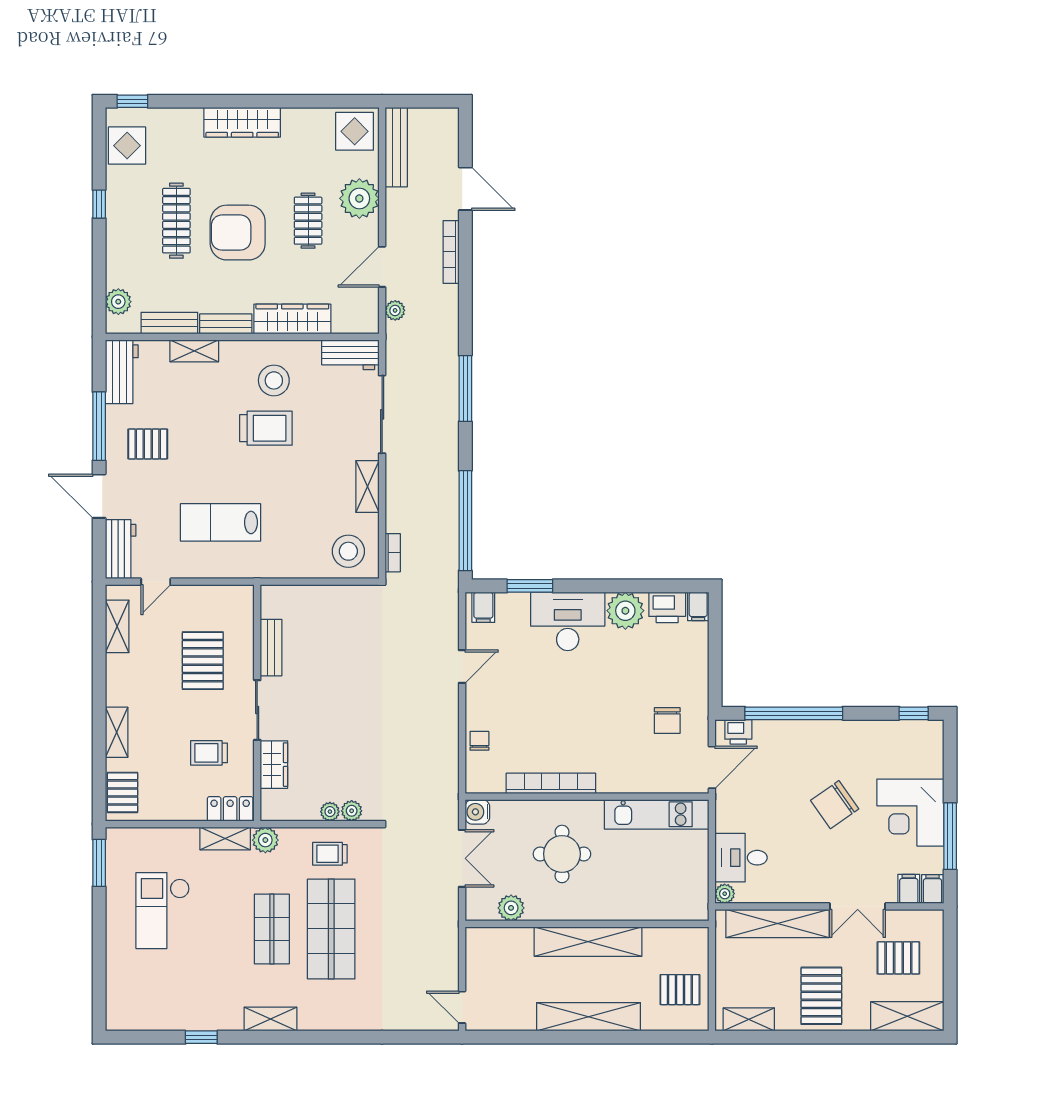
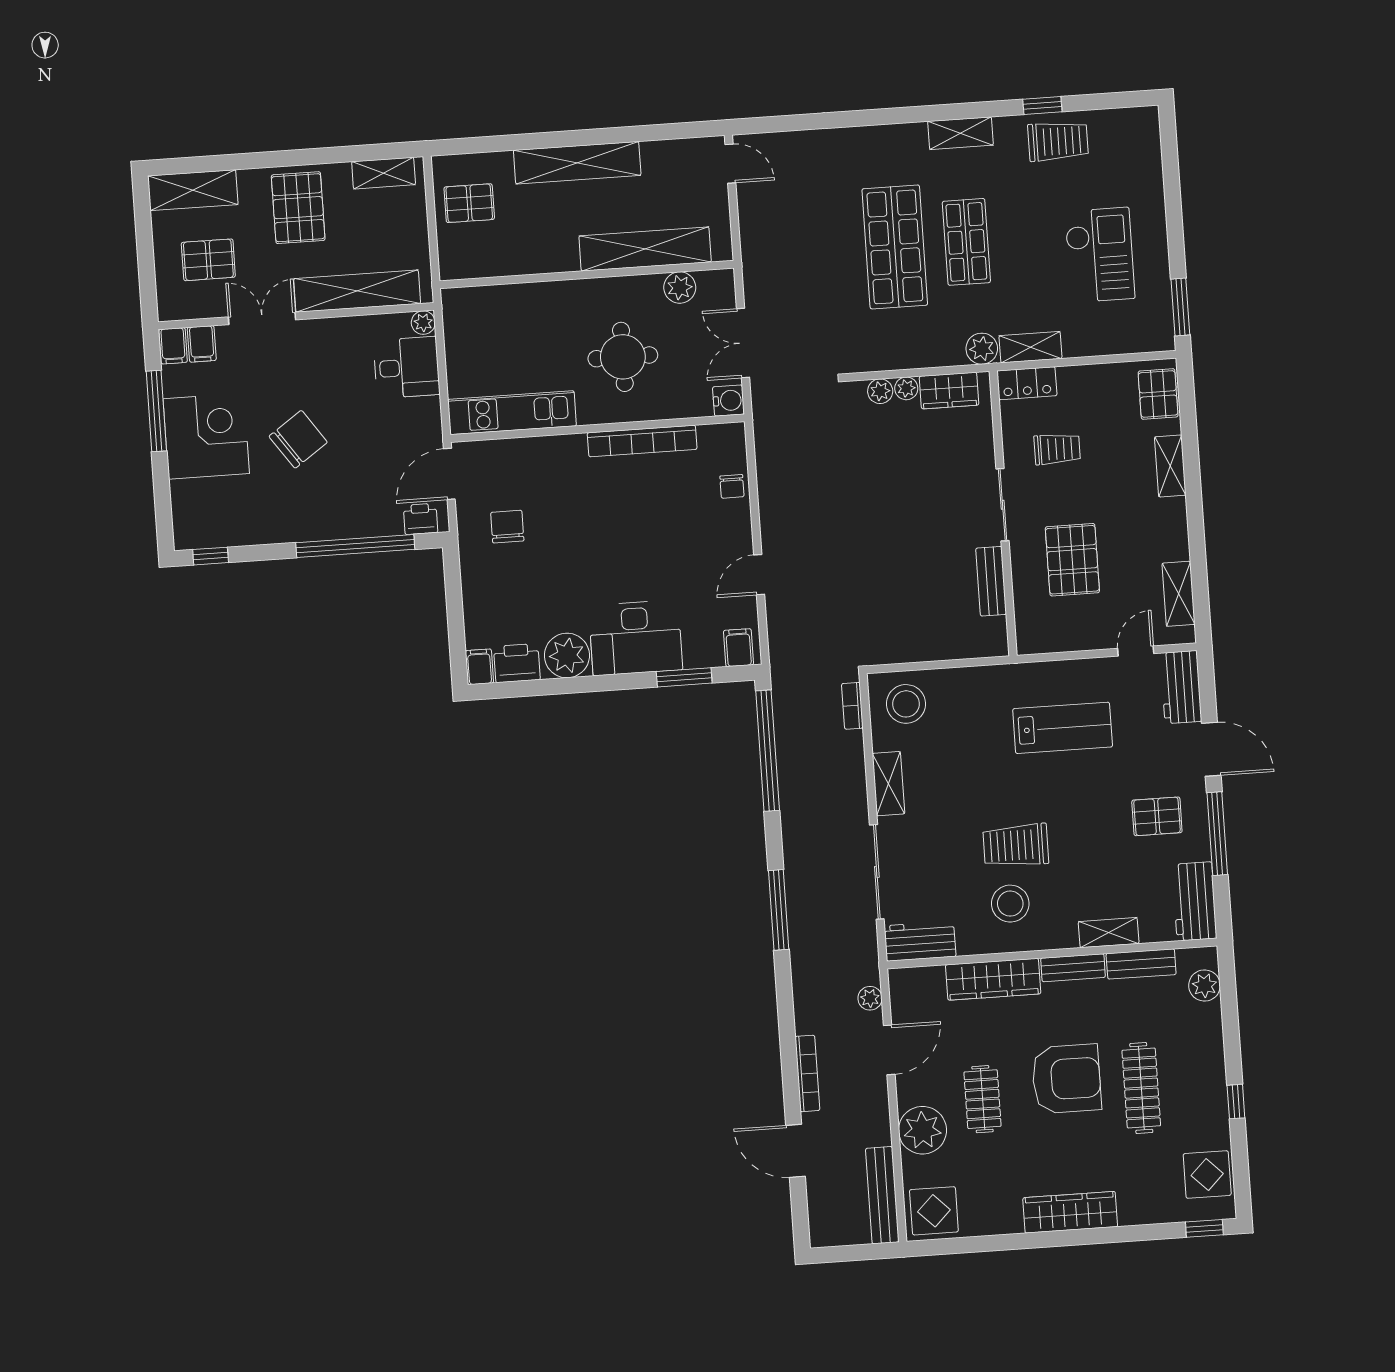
wardrobe: (274, 765) -> (949, 391), moved, turned -90
trolley: (330, 854) -> (1058, 141), moved, width x1.36, depth x1.39
shelving: (588, 942) -> (645, 249), moved

